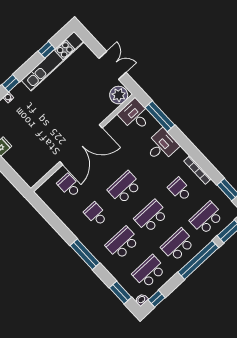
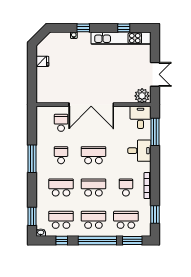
window: (85, 254) -> (32, 159), moved
window: (157, 299) -> (62, 240), moved

